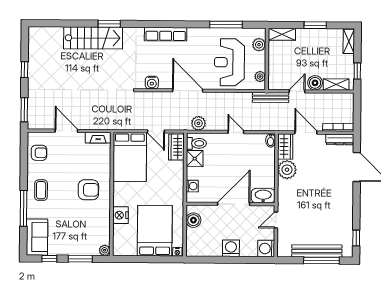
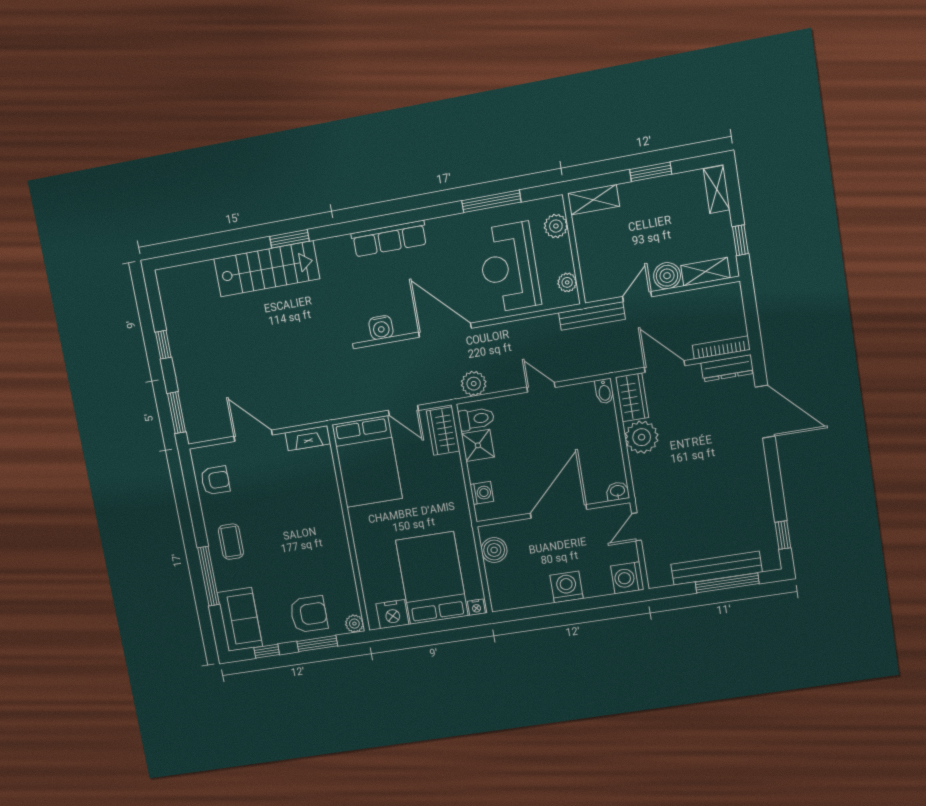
armchair: (88, 190) -> (309, 614), moved
washbasin: (263, 196) -> (618, 491), width x0.52, depth x0.69
nightstand: (120, 215) -> (392, 614), moved, turned -90

